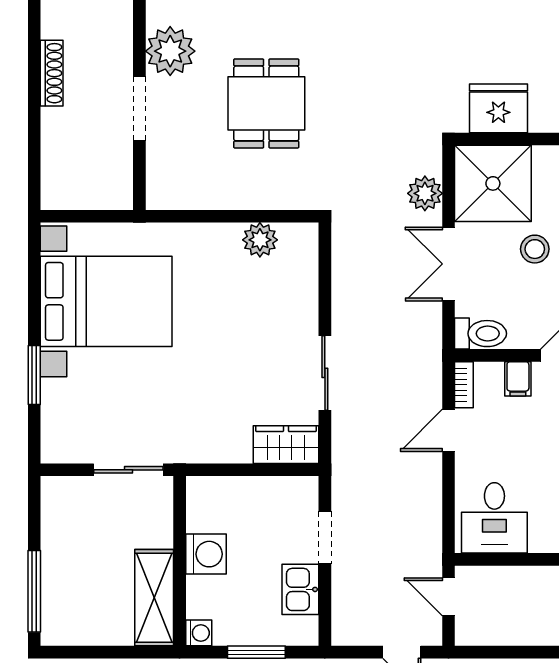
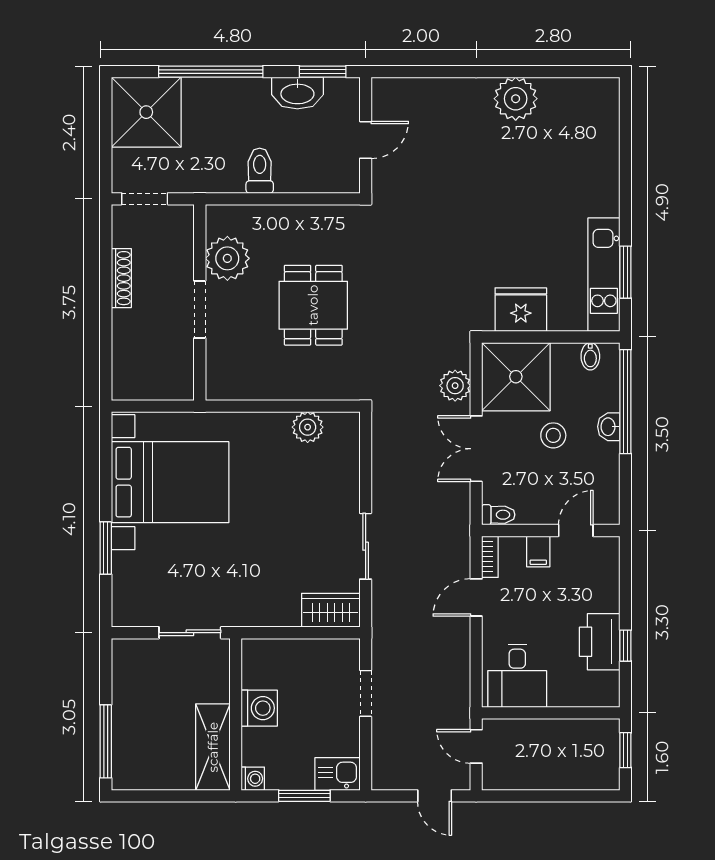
toilet: (480, 334) -> (498, 515), width x0.73, depth x0.72
kitchen sink: (300, 589) -> (338, 774), moved, turned 90

